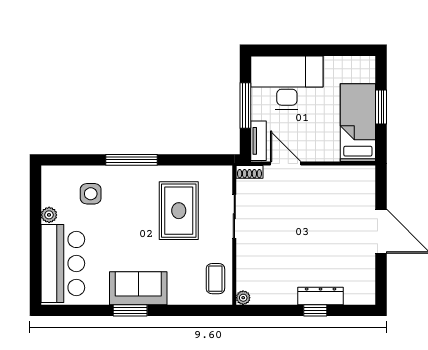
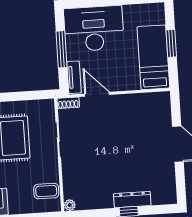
coffee table: (215, 279) -> (46, 191), turned 90

